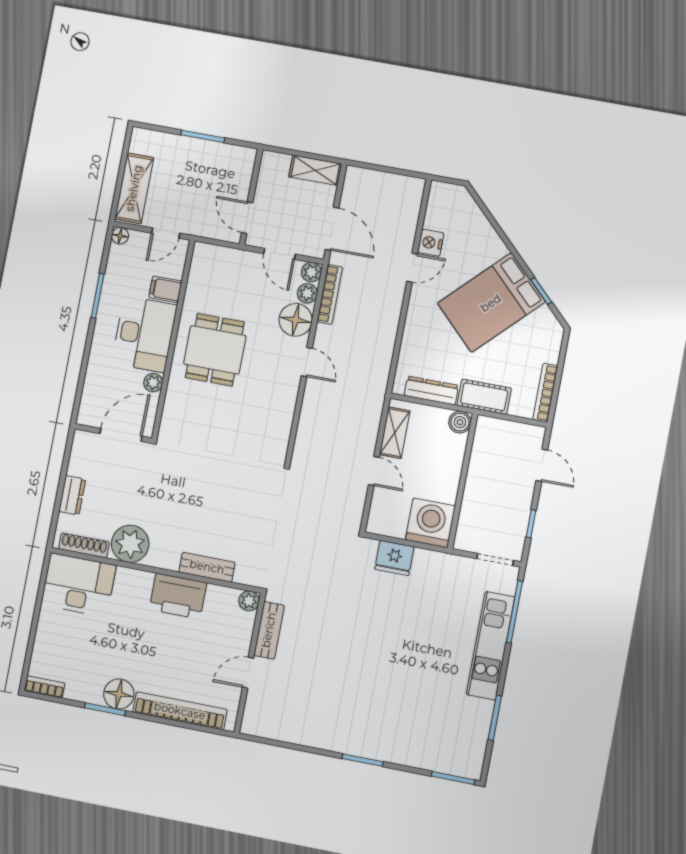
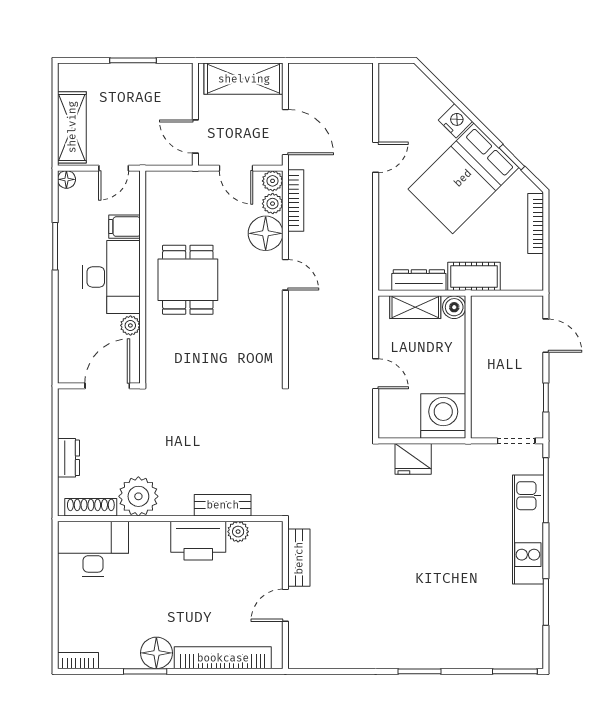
shelving: (315, 170) -> (244, 79), width x1.50, depth x1.33
nightstand: (431, 243) -> (455, 121), moved, turned 135
bookcase: (545, 393) -> (536, 224), moved
shelving: (395, 433) -> (415, 307), moved, turned 90
plant: (249, 601) -> (238, 532), moved

